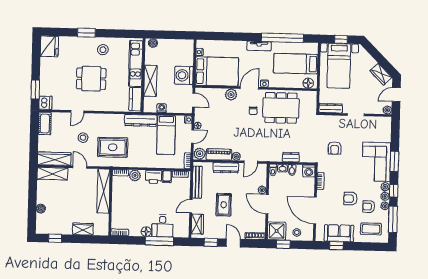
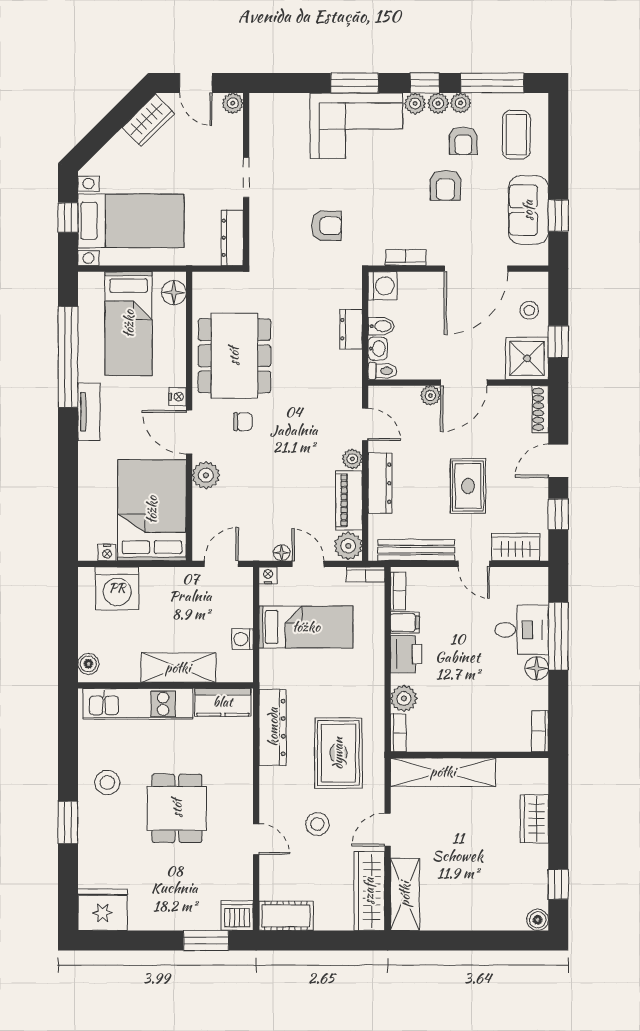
washing machine: (184, 75) -> (117, 588), moved
dresser: (141, 120) -> (273, 727), moved
rug: (224, 205) -> (468, 486), turned 90
boiler: (41, 209) -> (538, 920), moved

